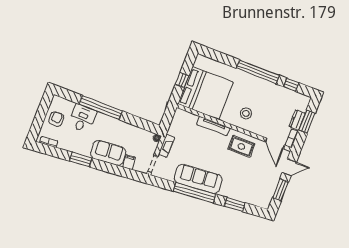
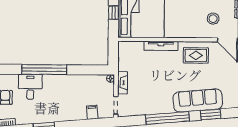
stool: (246, 113) -> (213, 19), moved
sofa: (108, 153) -> (68, 111), removed
sofa: (198, 179) -> (198, 101), moved

